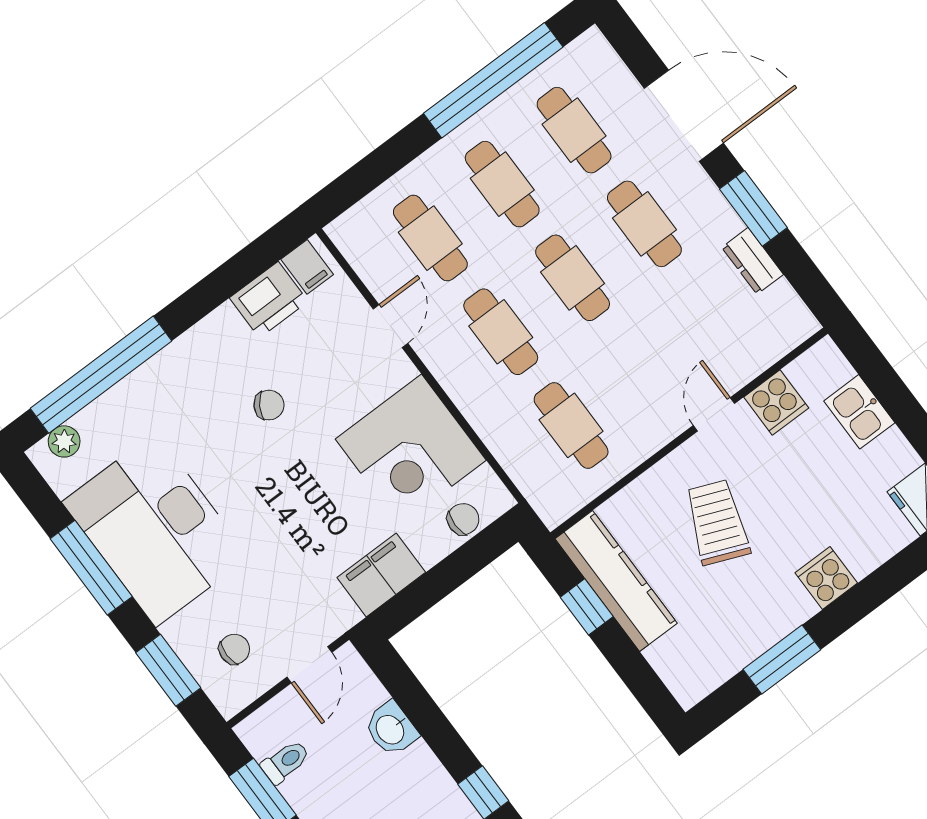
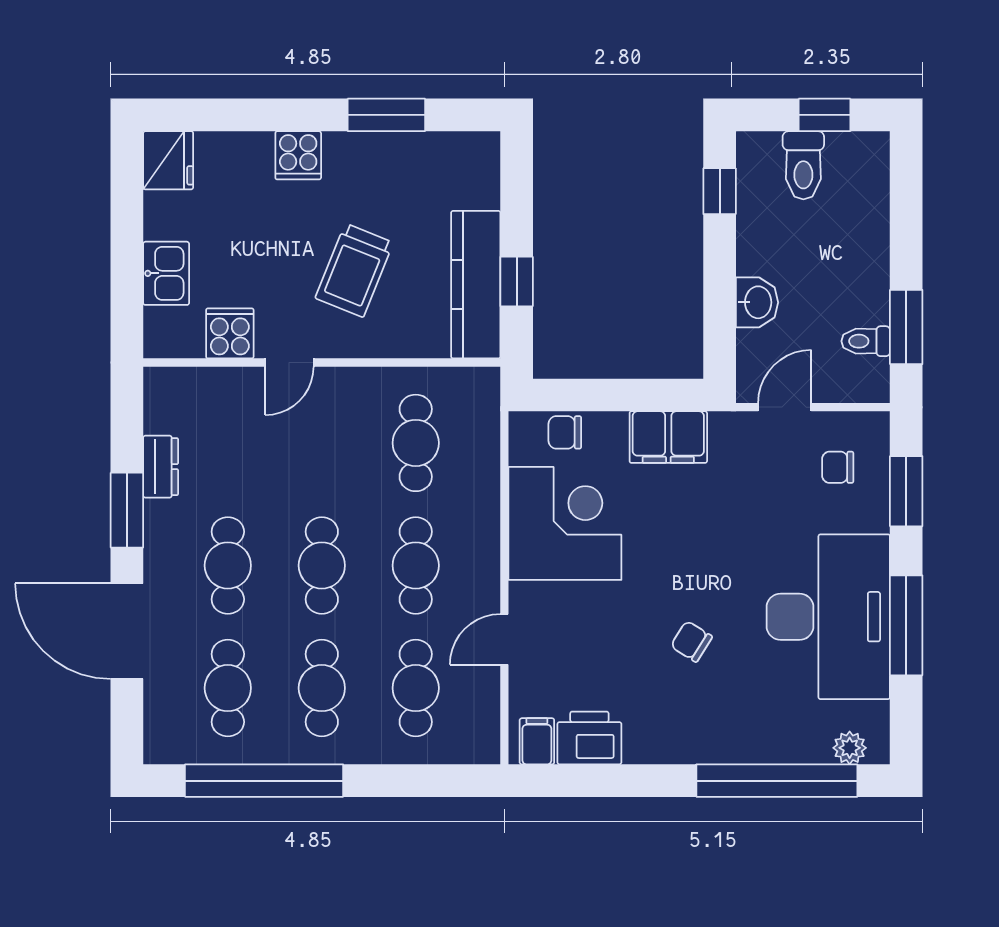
chair: (269, 405) -> (691, 641), moved

